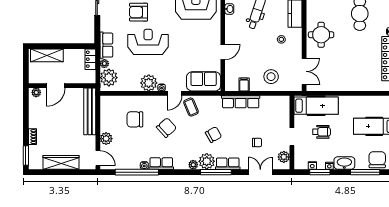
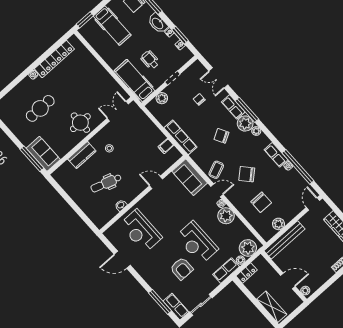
stool: (271, 77) -> (143, 132), removed
plant: (106, 139) -> (279, 224), moved
plant: (284, 157) -> (162, 98), moved

